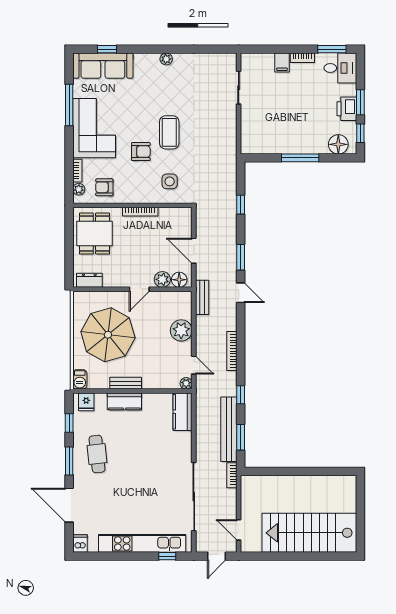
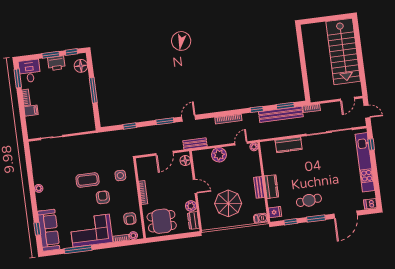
plant: (162, 279) -> (191, 206), moved
parasol: (108, 335) -> (228, 203), width x0.73, depth x0.73
kitchen counter: (183, 412) -> (289, 145), moved

